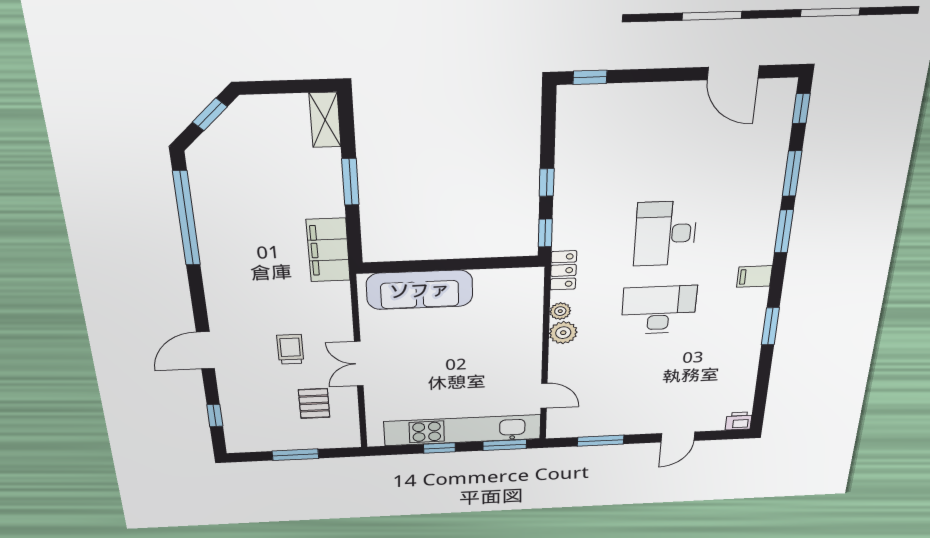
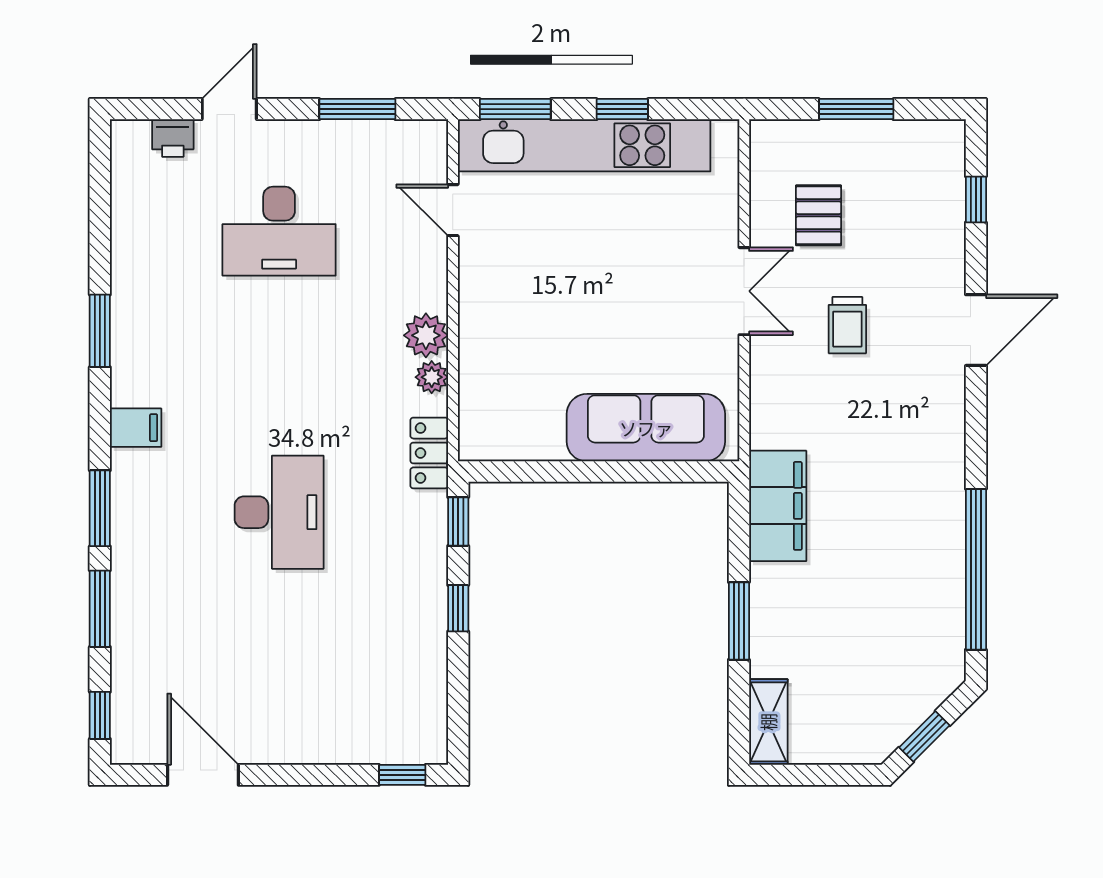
desk: (659, 310) -> (279, 231), moved
printer: (739, 421) -> (173, 138), moved

